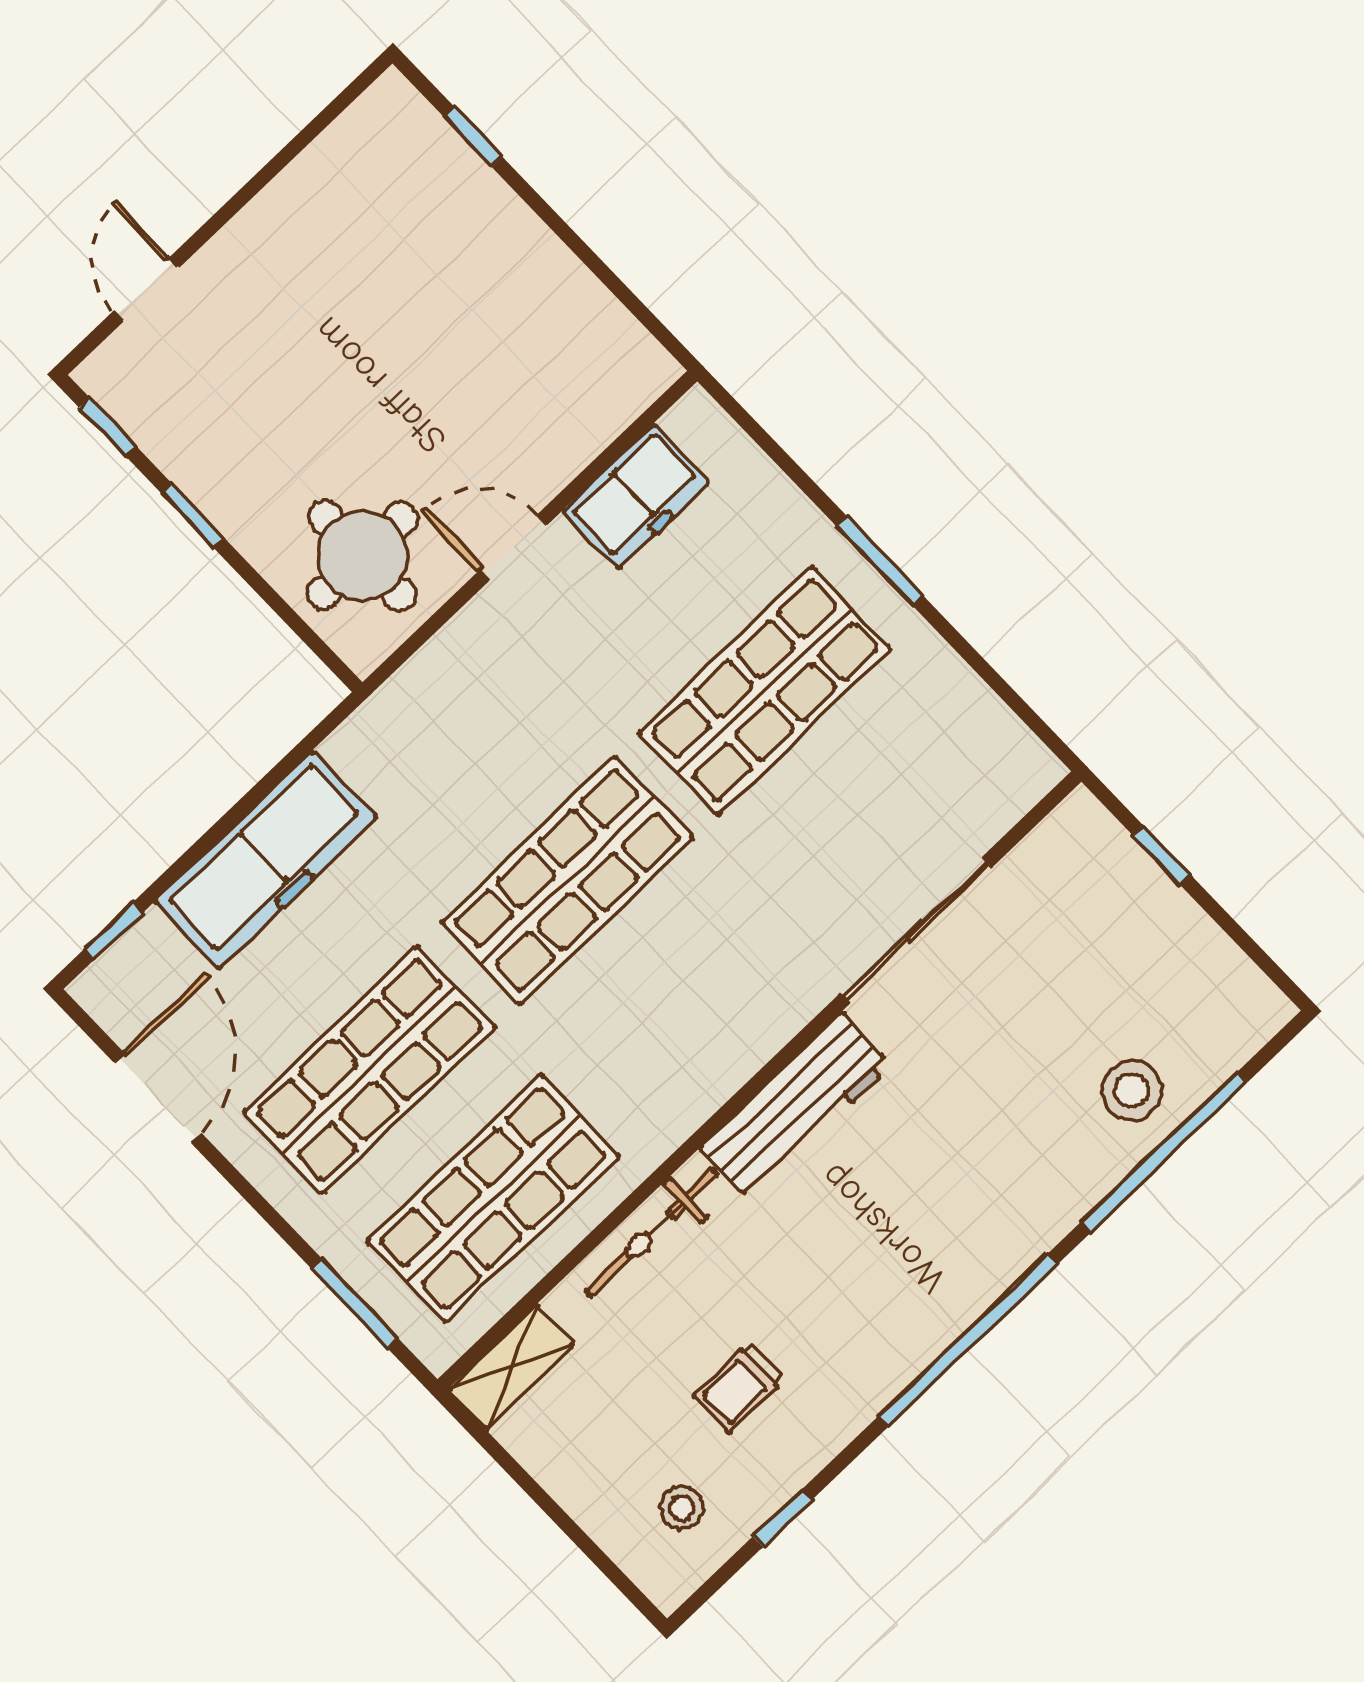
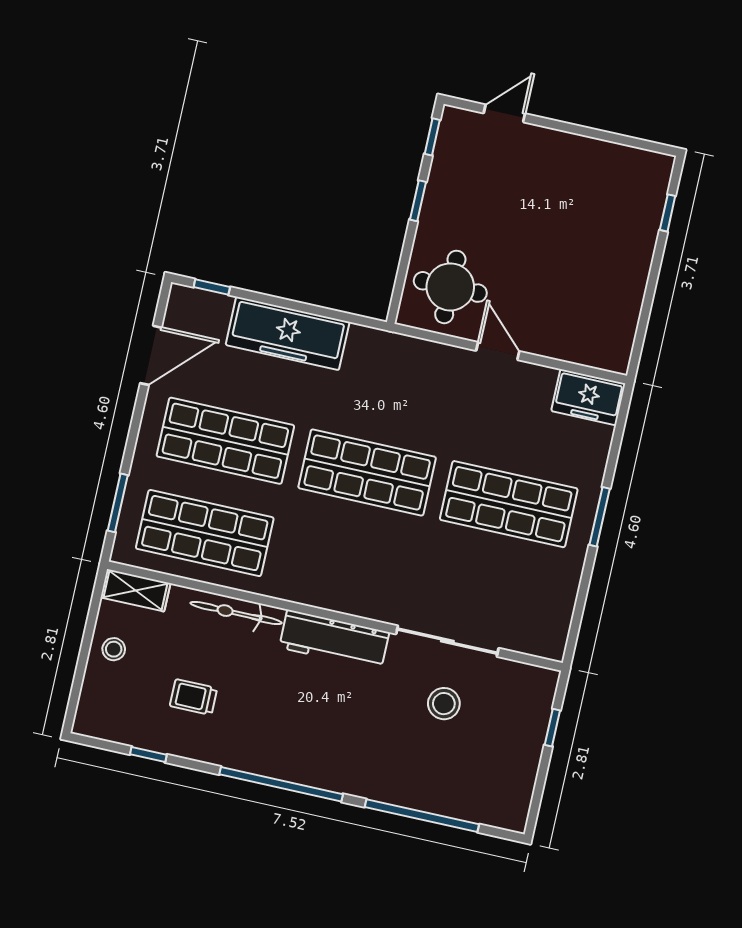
freezer: (636, 496) -> (588, 397), moved
stool: (1132, 1090) -> (444, 704), moved
stool: (682, 1508) -> (114, 649), moved

